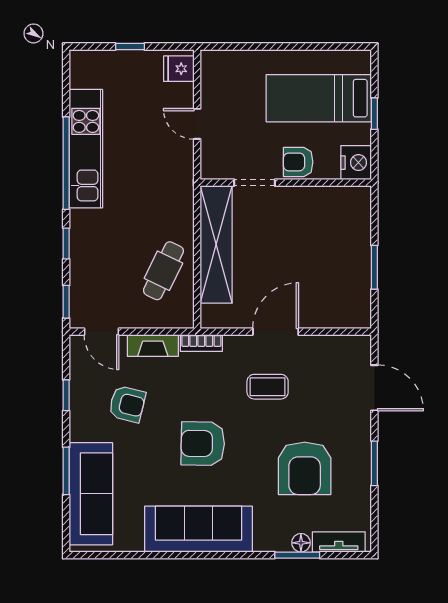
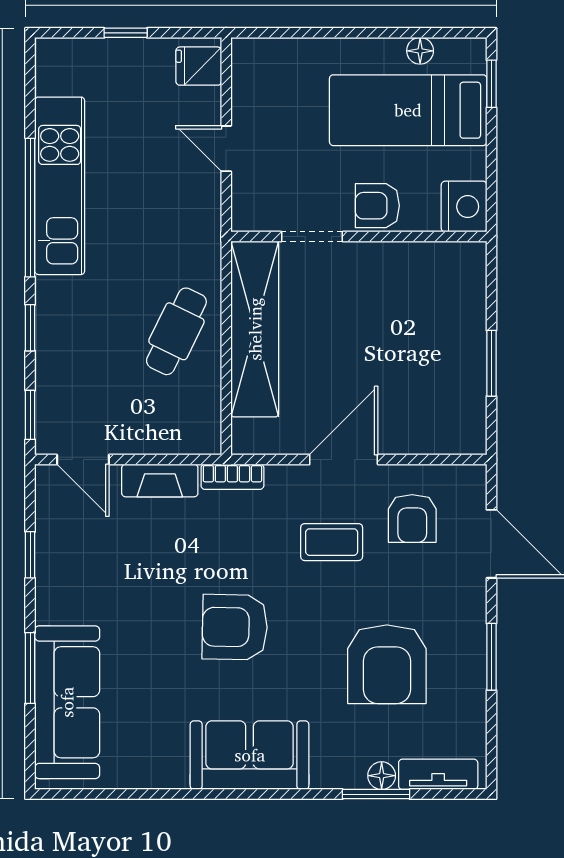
floor lamp: (327, 58) -> (420, 51), added
window: (374, 114) -> (491, 84), moved
cafe table: (163, 271) -> (176, 331), moved
armchair: (127, 404) -> (412, 518), moved, turned 76
sofa: (198, 529) -> (250, 755), width x0.73

